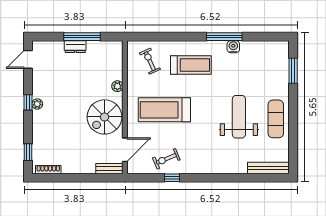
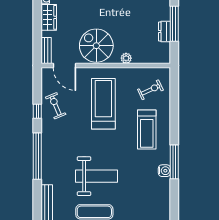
dresser: (75, 47) -> (165, 32), moved
wardrobe: (75, 166) -> (49, 17), added
window: (218, 178) -> (37, 156), added

